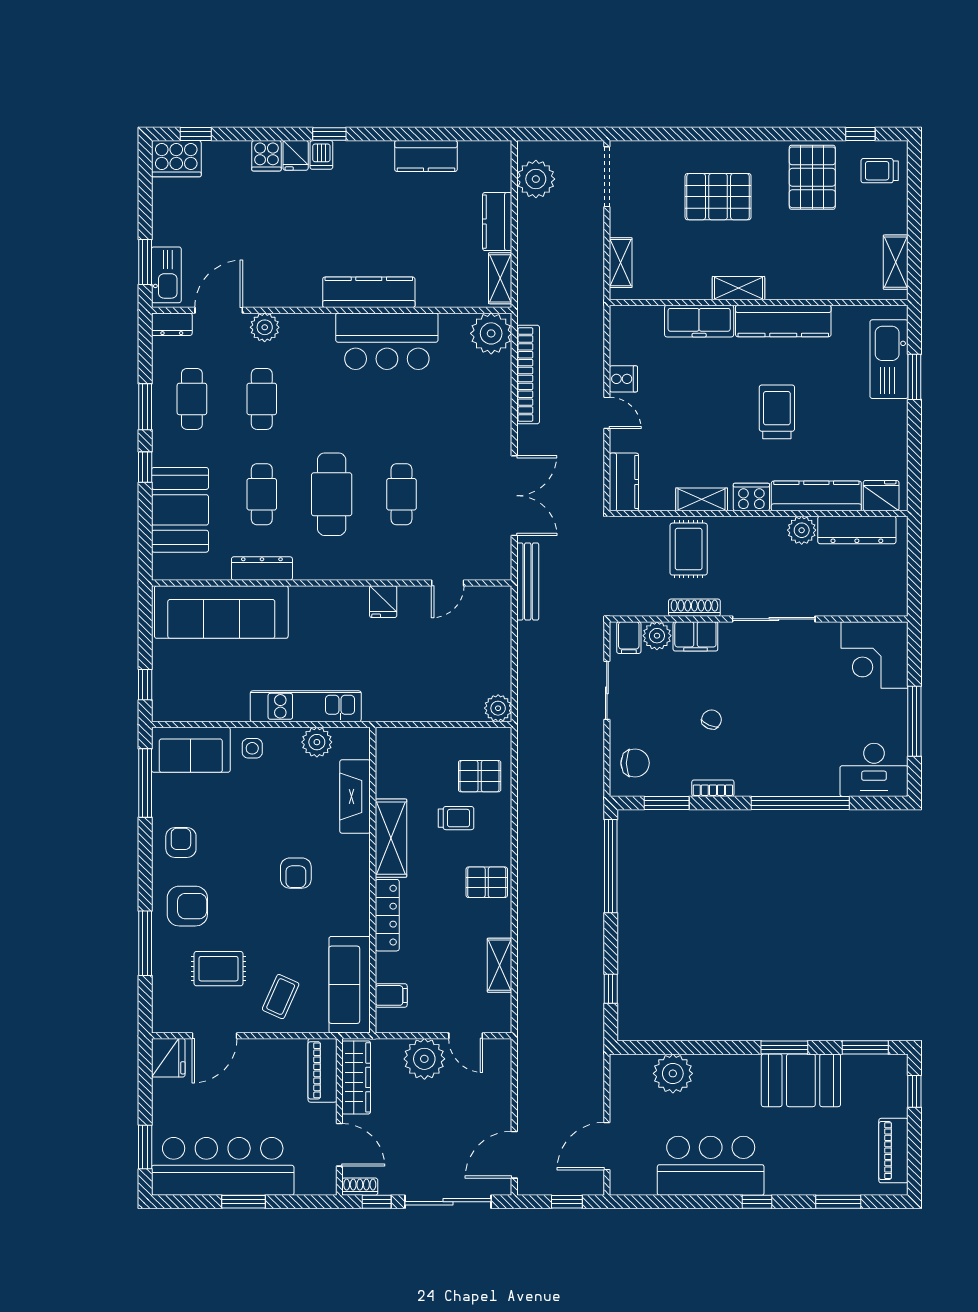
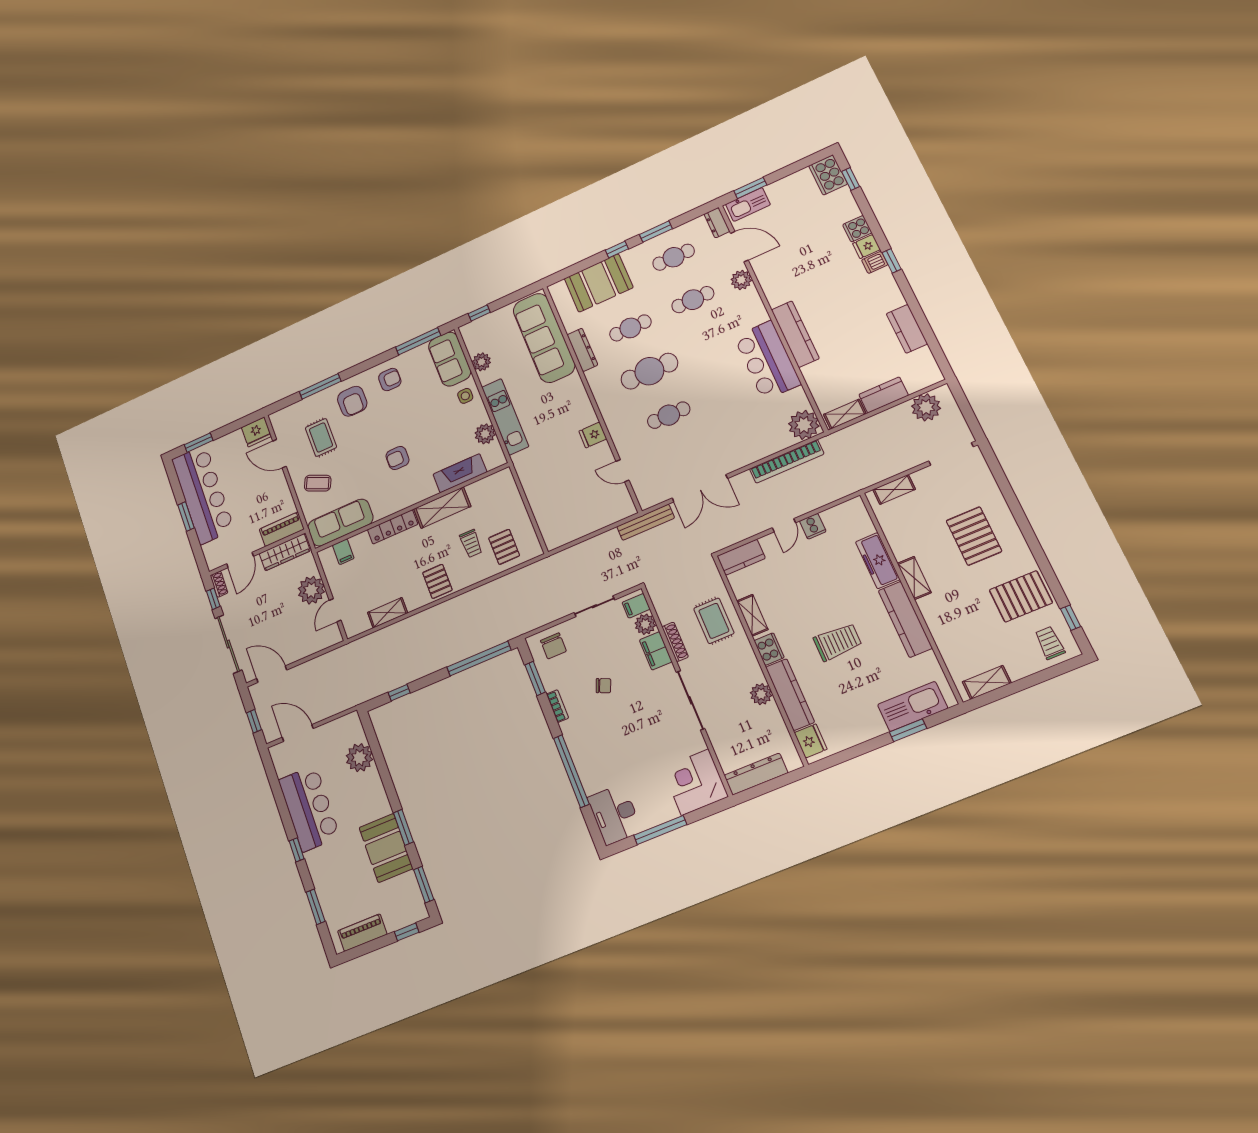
dresser: (857, 530) -> (756, 774), moved, turned 90
rug: (689, 549) -> (714, 621), turned 90
plant: (498, 708) -> (481, 362), moved

